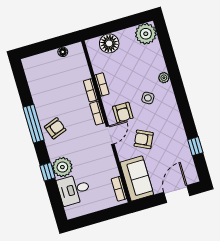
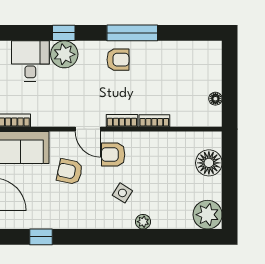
bookcase: (102, 84) -> (158, 138), removed
armchair: (55, 128) -> (118, 60), turned -70
armchair: (144, 139) -> (70, 172), turned -104

